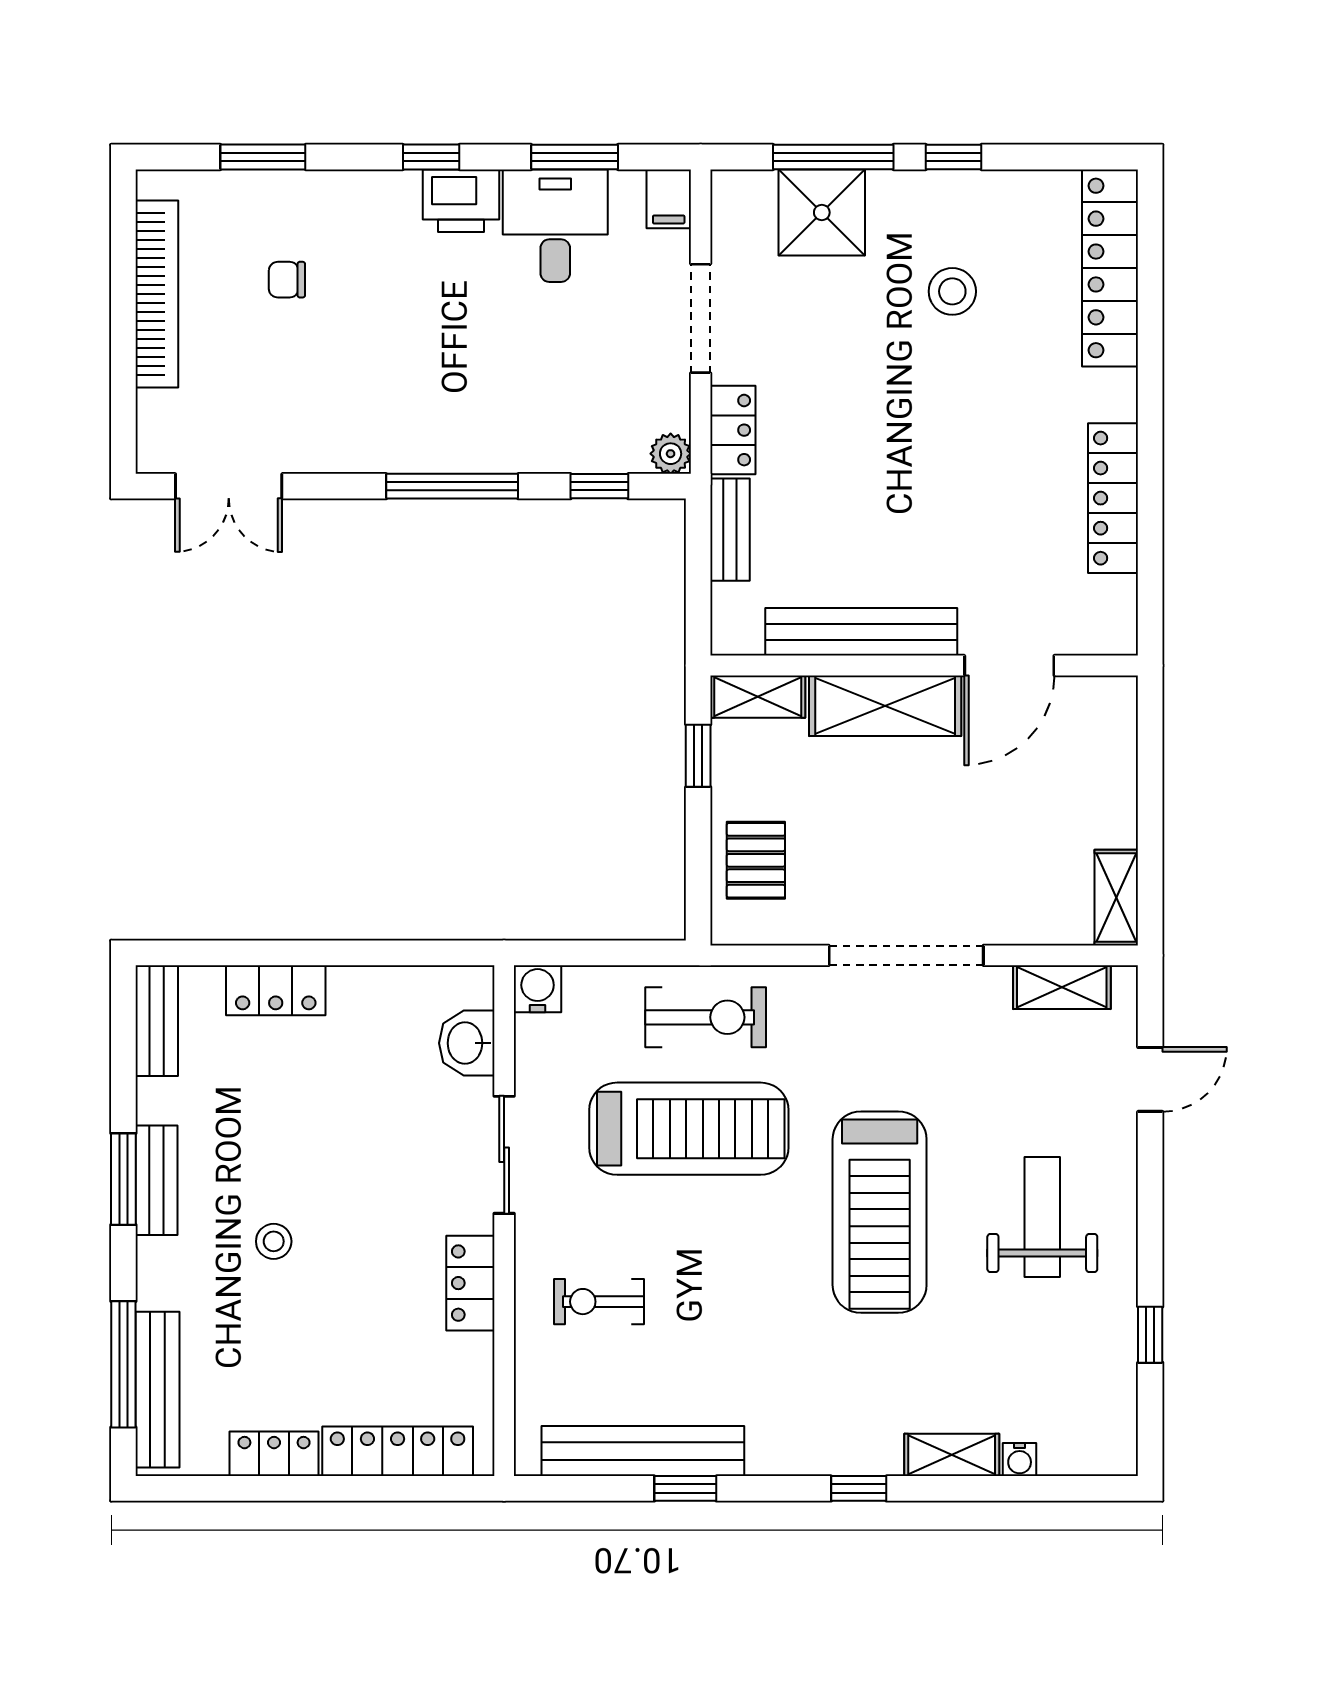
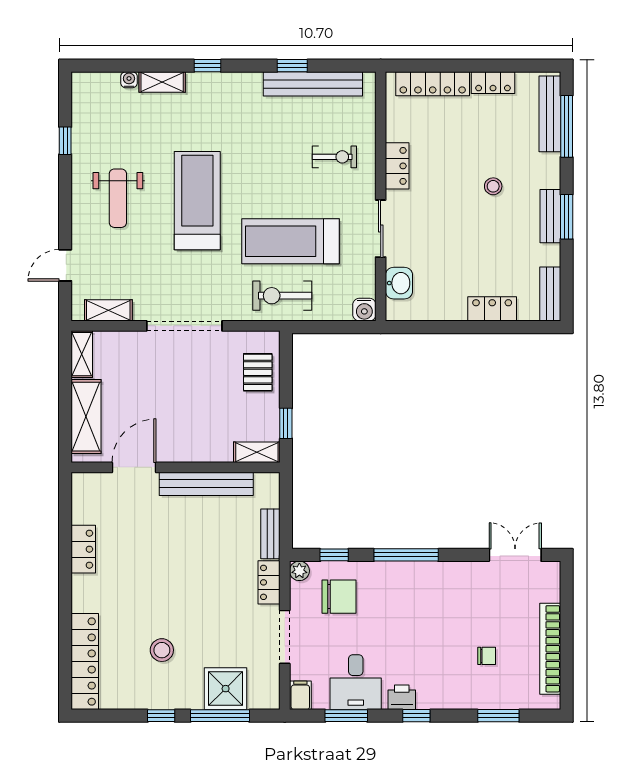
printer: (461, 201) -> (402, 697), width x0.73, depth x0.81
chair: (589, 401) -> (339, 597), added
locker: (1113, 498) -> (83, 549), width x0.66
shelving: (885, 706) -> (86, 417), moved, turned 90

